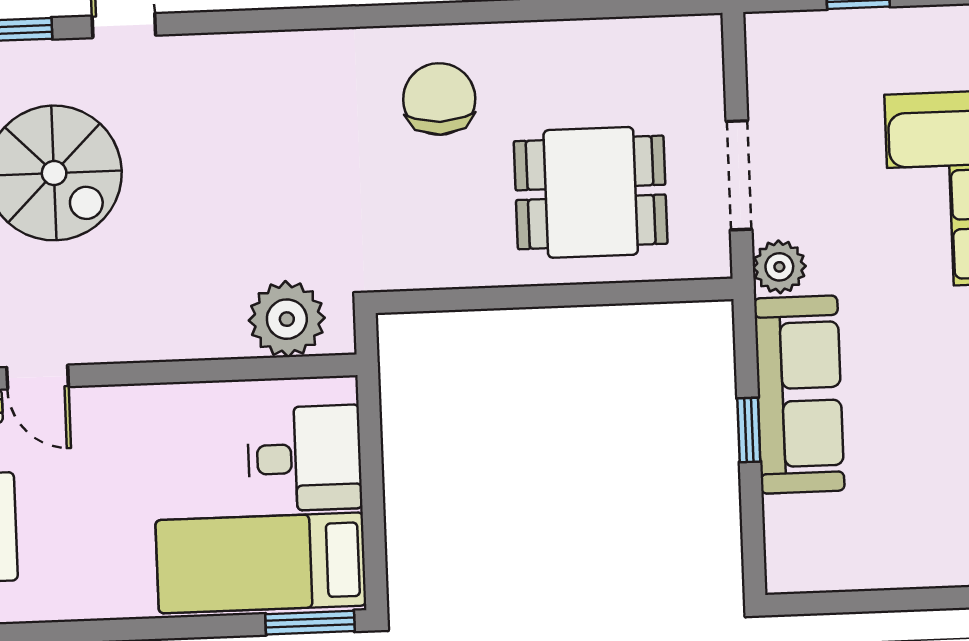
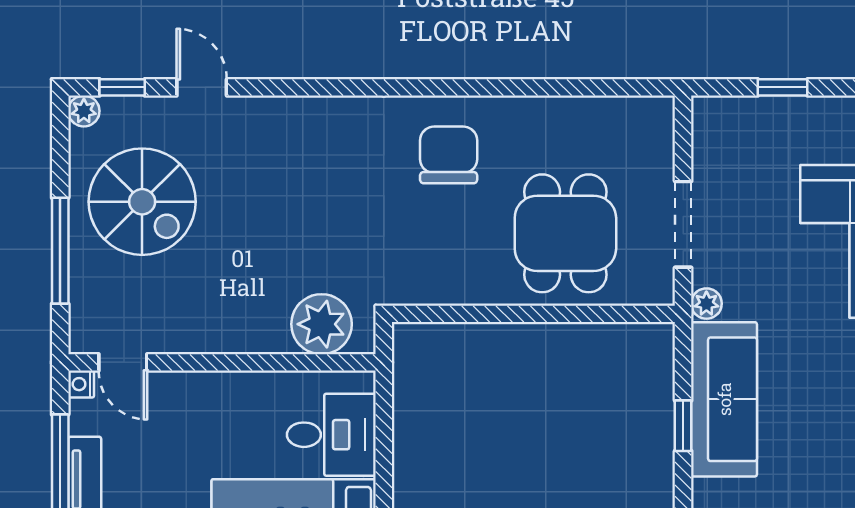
dining table: (591, 192) -> (565, 233), turned 90
plant: (779, 267) -> (706, 304), width x0.73, depth x0.73

